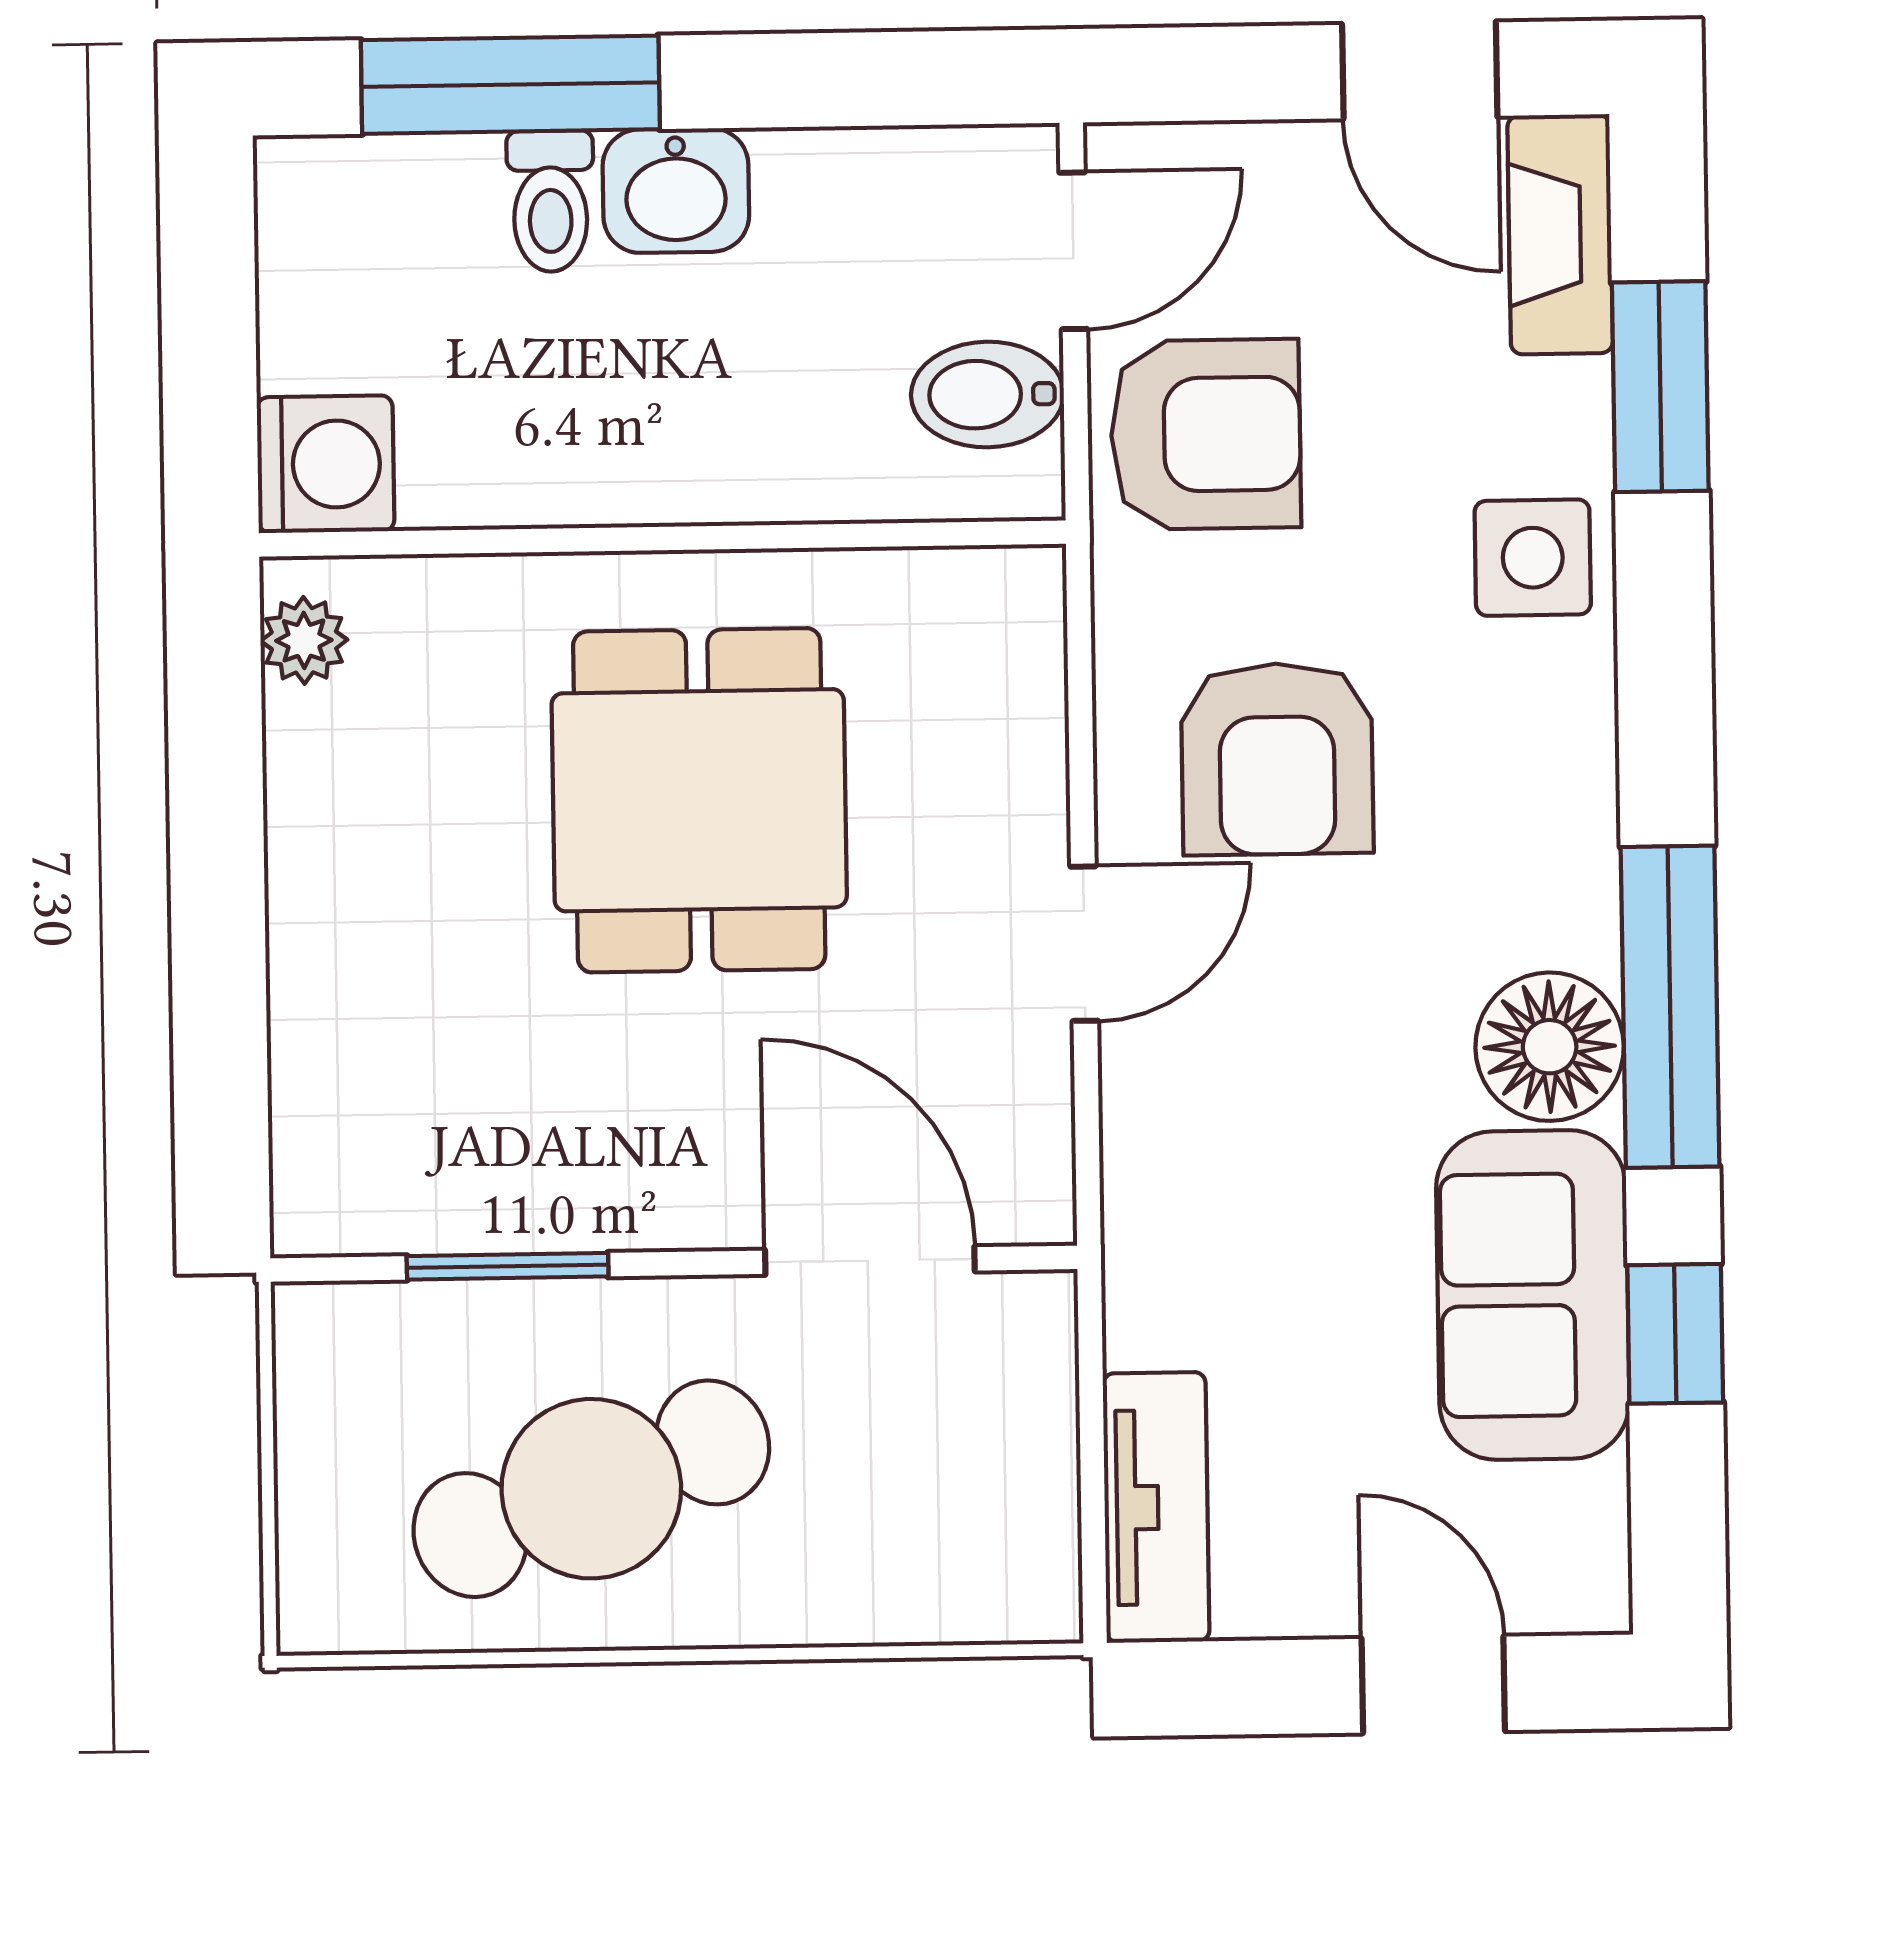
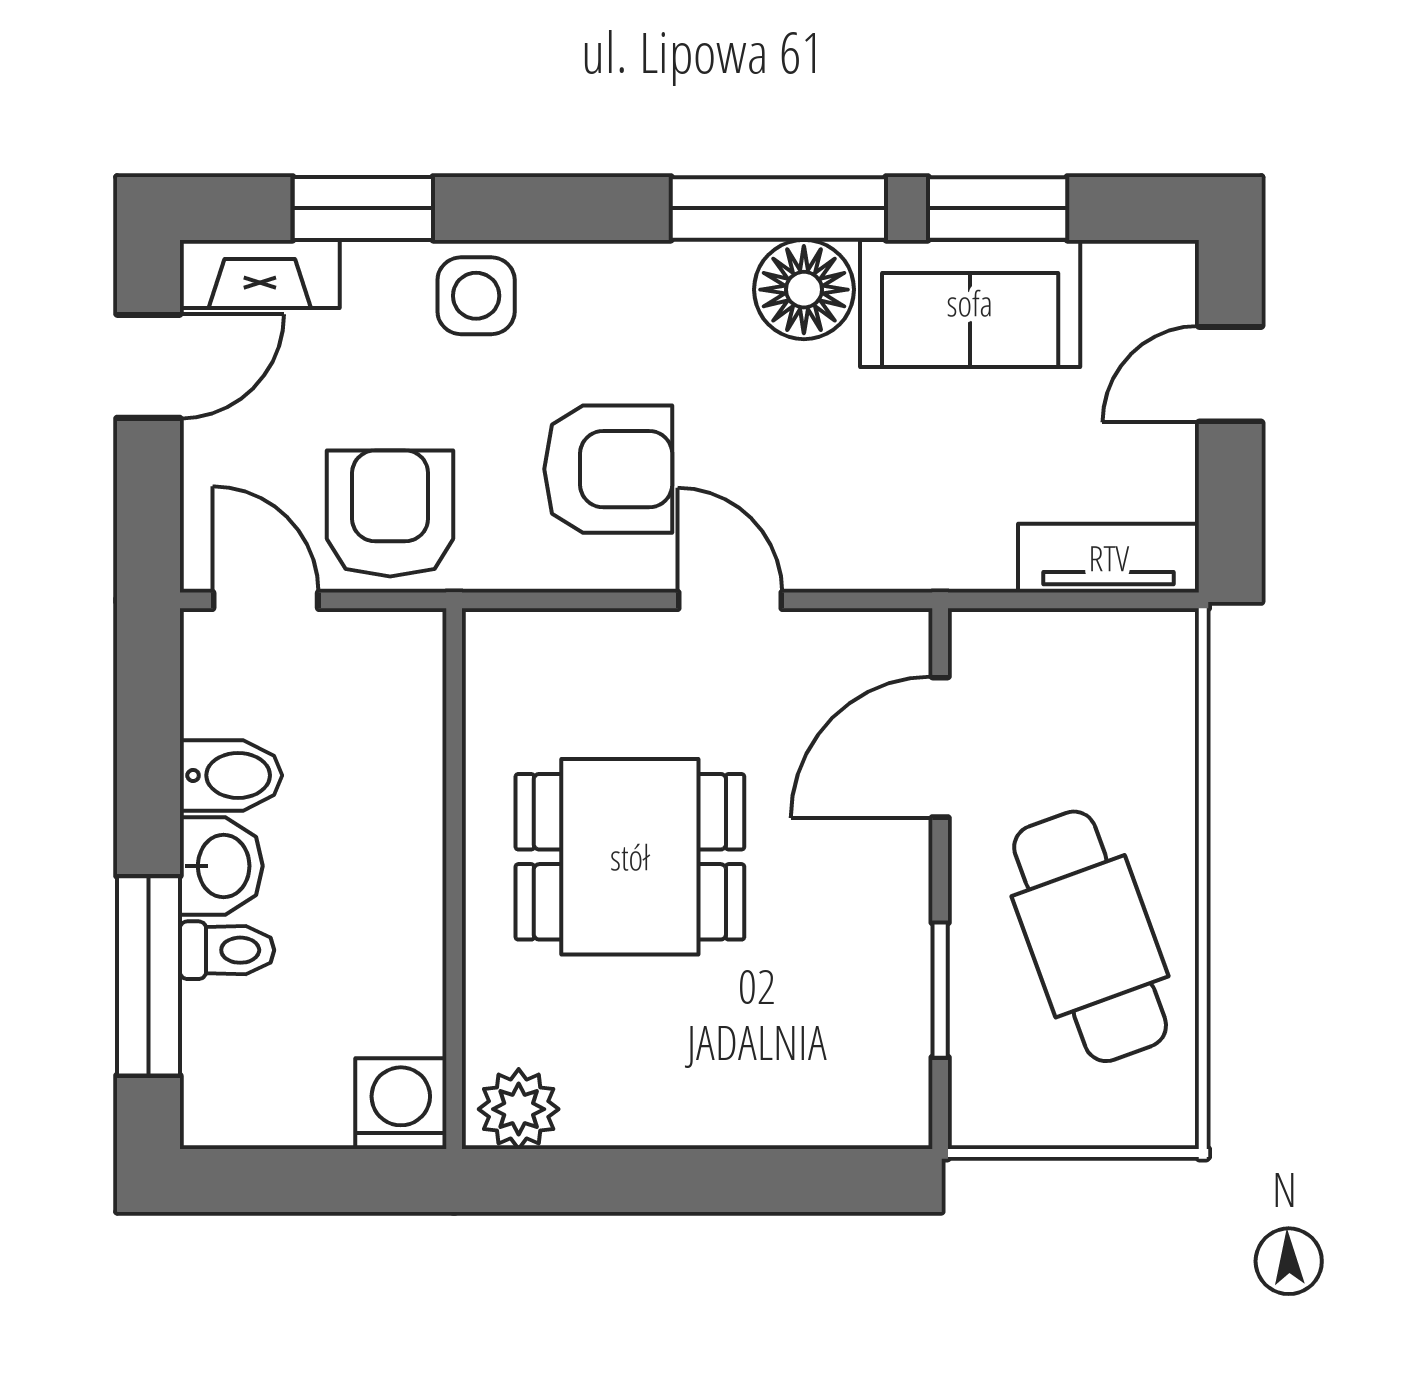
bidet: (987, 395) -> (231, 775), moved, turned -90
plant: (304, 640) -> (519, 1109), width x1.38, depth x1.38
window: (1675, 1334) -> (998, 208), width x1.50

